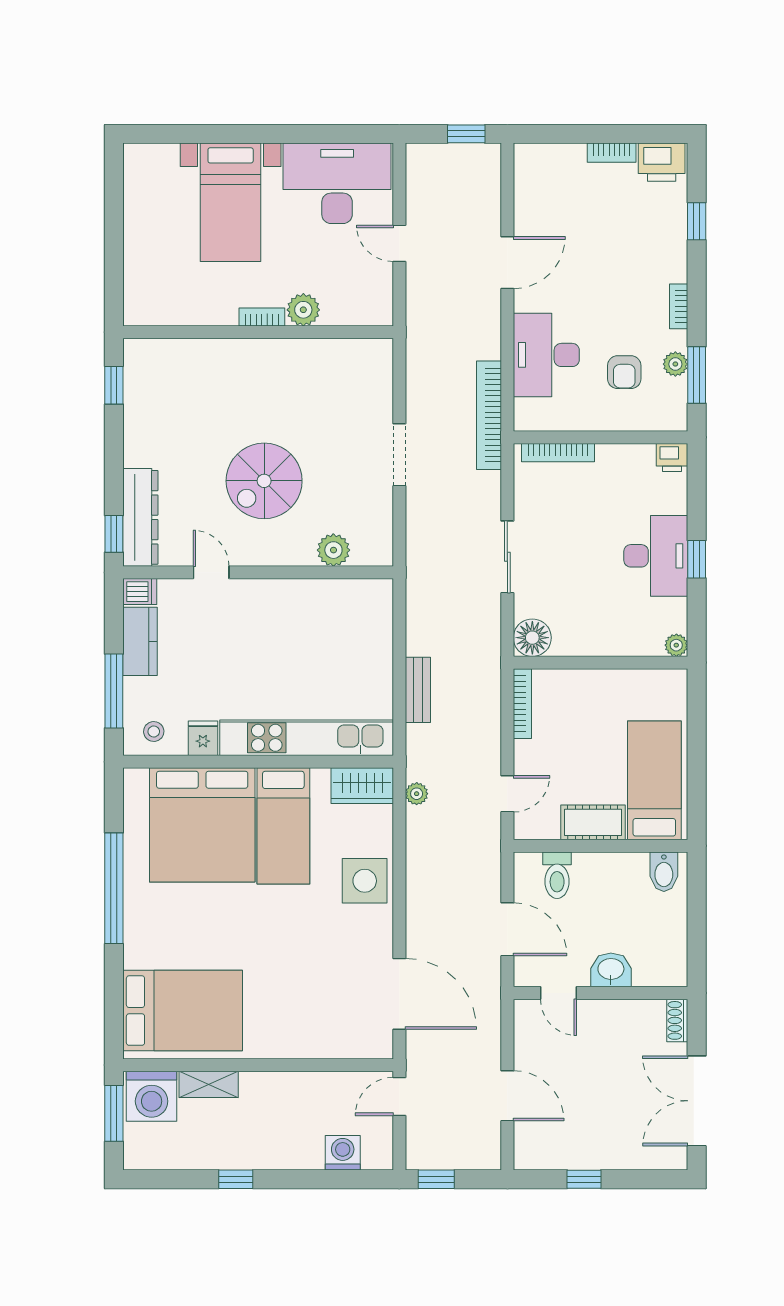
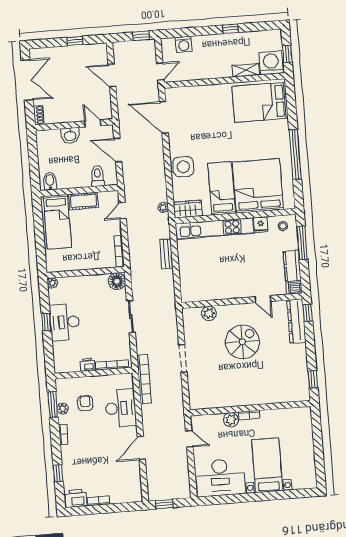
door: (399, 243) -> (189, 439), moved
printer: (672, 458) -> (88, 365), moved
window: (114, 1113) -> (287, 54), width x0.67

